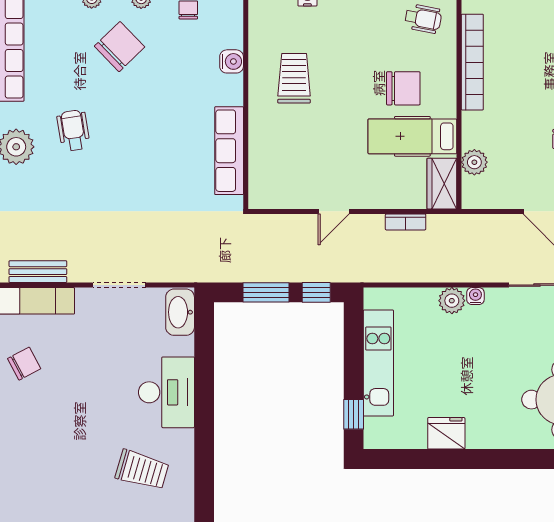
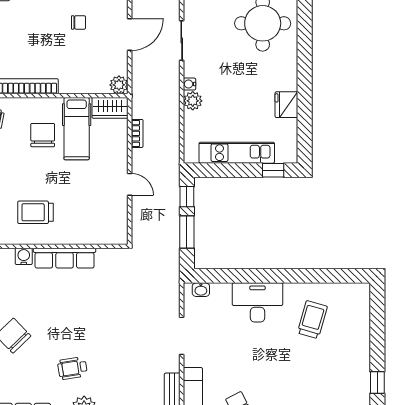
row of seats: (229, 151) -> (65, 258), moved
plant: (474, 162) -> (119, 85), moved
washbasin: (180, 312) -> (201, 290), width x0.52, depth x0.69

